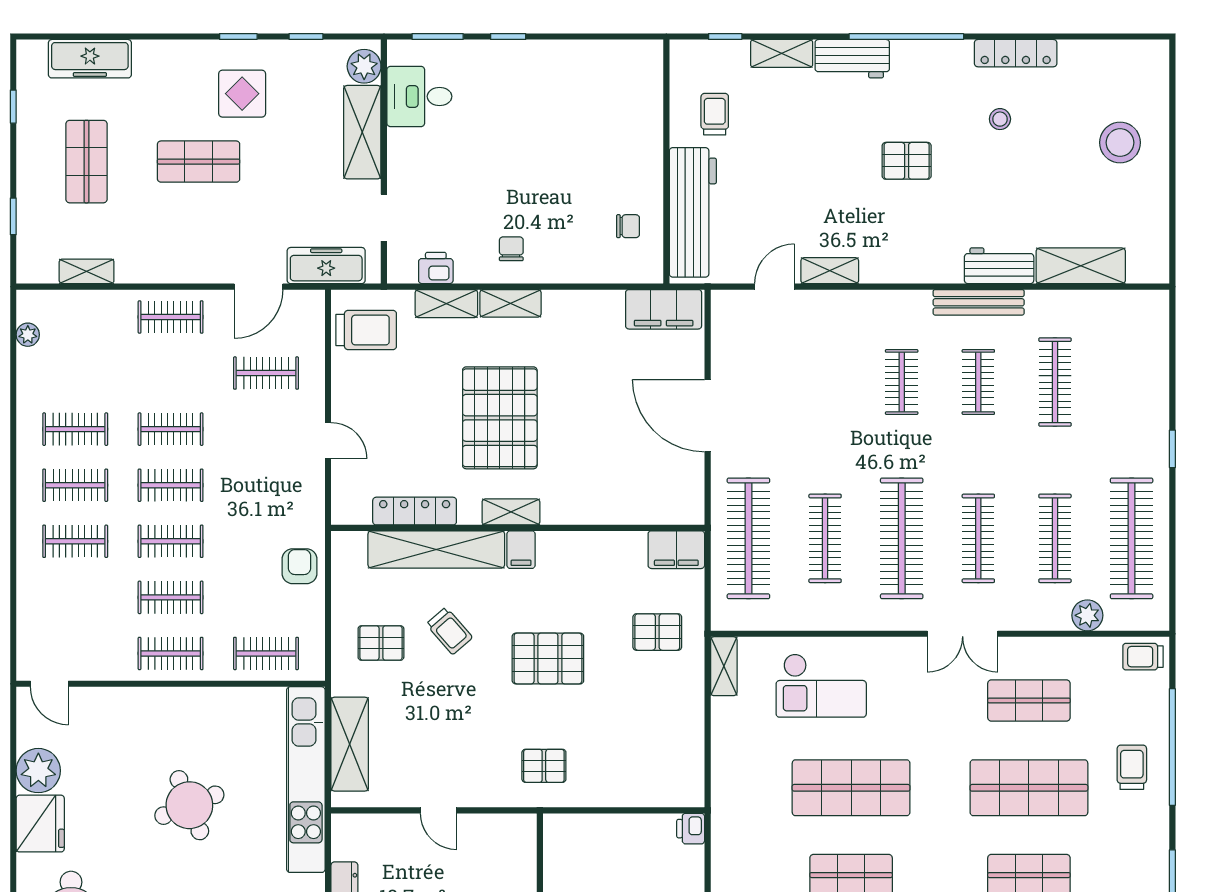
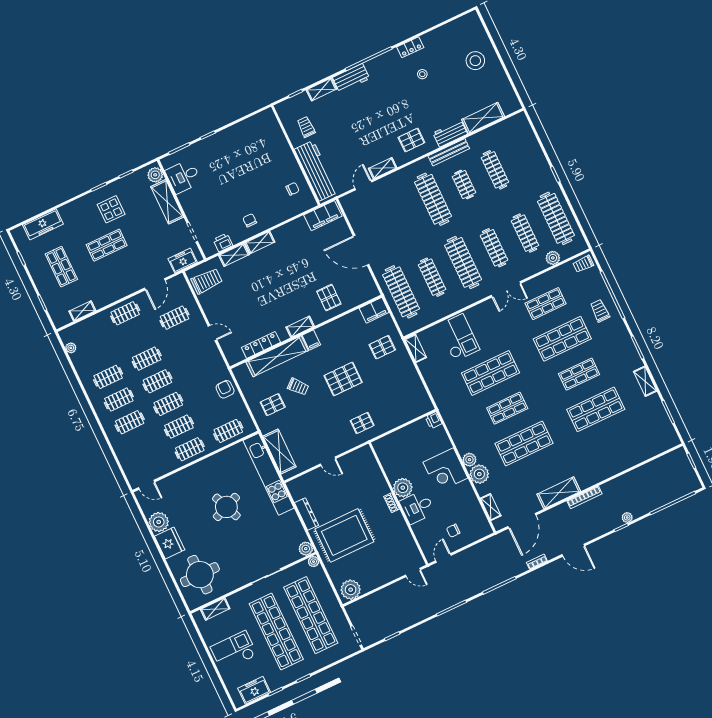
locker: (1016, 53) -> (410, 47), width x0.66
pallet: (907, 161) -> (411, 140), moved
freezer: (326, 266) -> (183, 261), width x0.71
clothes rail: (902, 382) -> (433, 199), width x1.86, depth x1.31
pallet: (500, 418) -> (329, 298), moved, width x0.49, depth x0.50
checkout: (821, 686) -> (459, 337), turned -90

